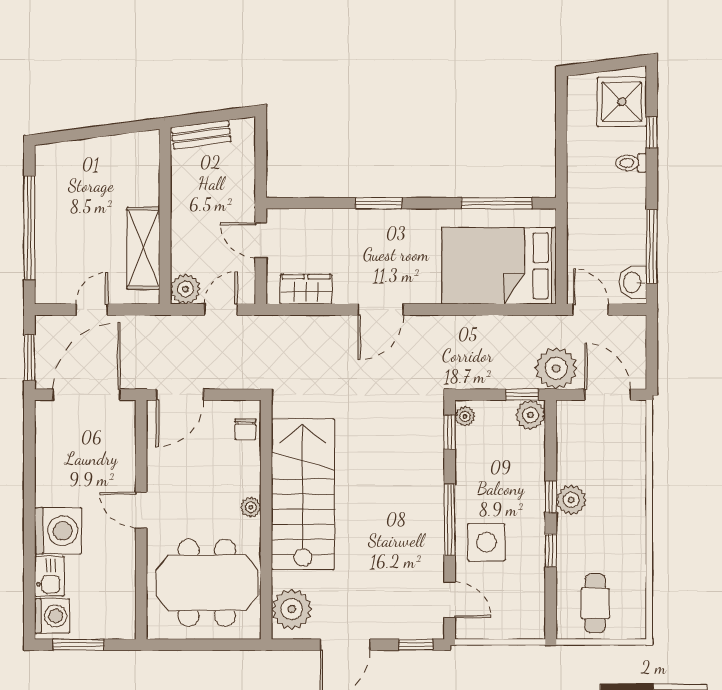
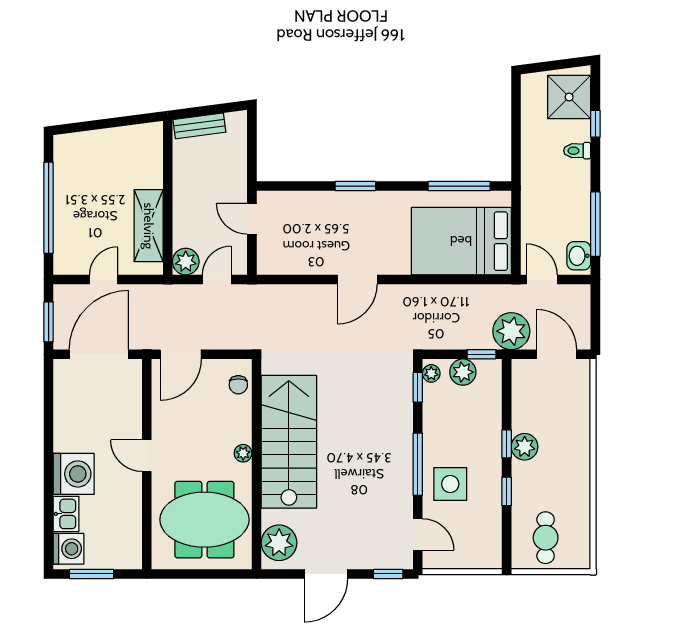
wardrobe: (306, 289) -> (292, 262), removed
plant: (531, 415) -> (463, 372), moved

